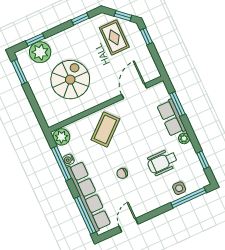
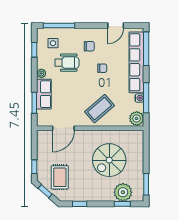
side table: (179, 188) -> (53, 43), moved
chair: (147, 190) -> (89, 46), added

